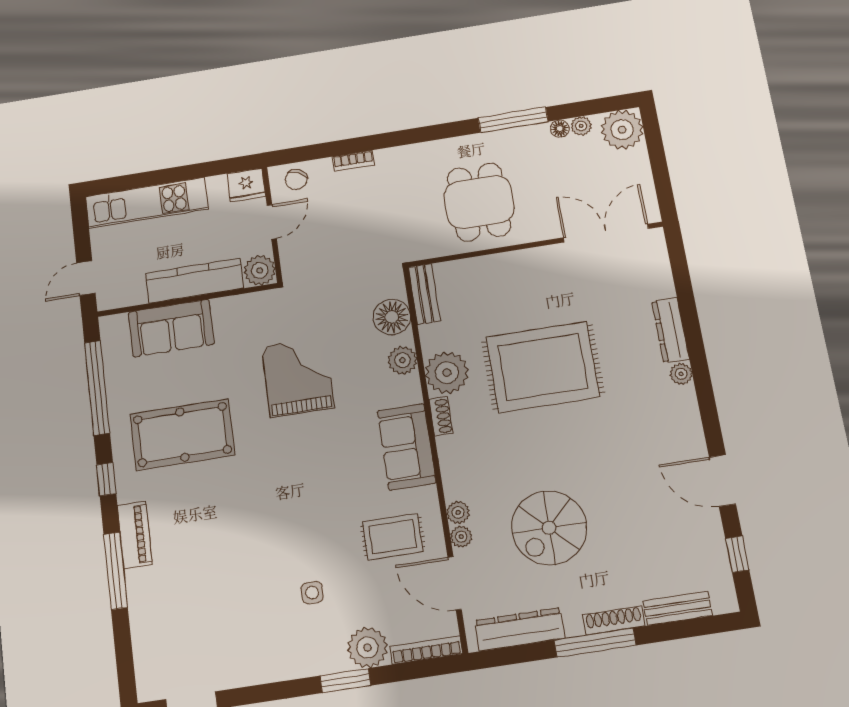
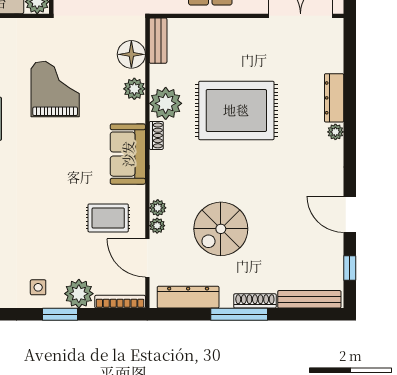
side table: (312, 593) -> (38, 287), moved
bench: (678, 608) -> (309, 299), width x1.36

